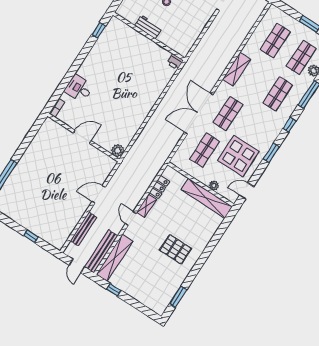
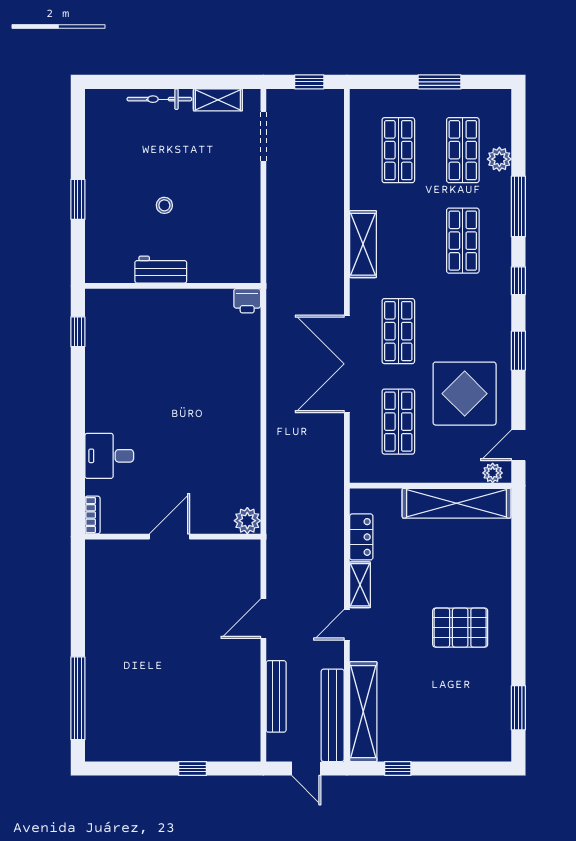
plant: (214, 186) -> (493, 473), moved
door: (131, 219) -> (347, 625), hinge flipped

